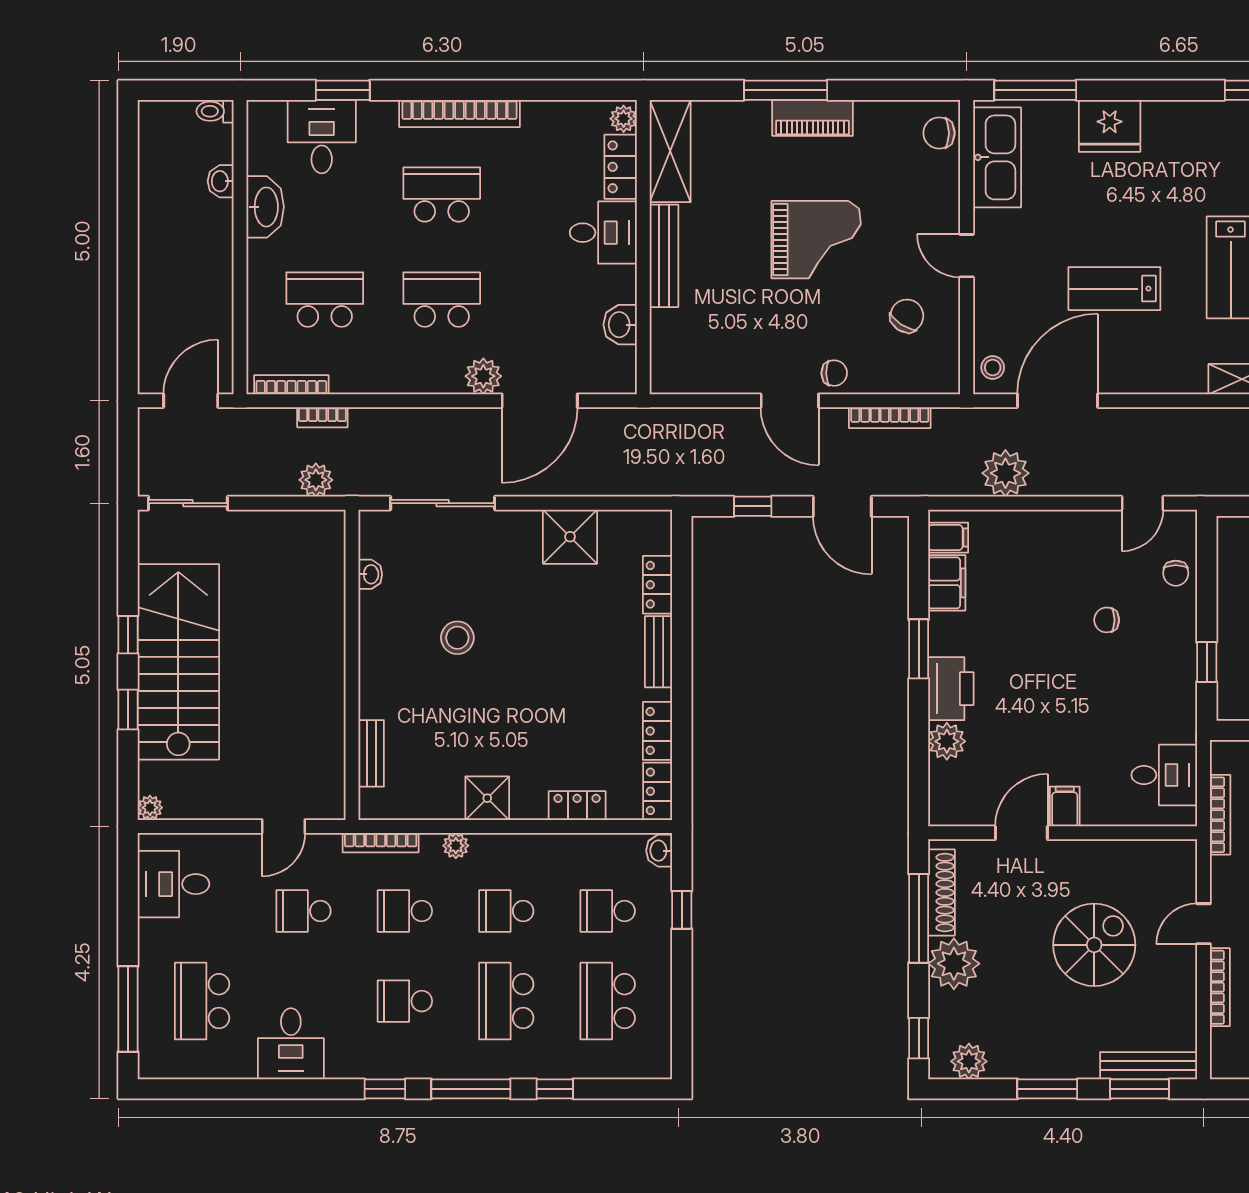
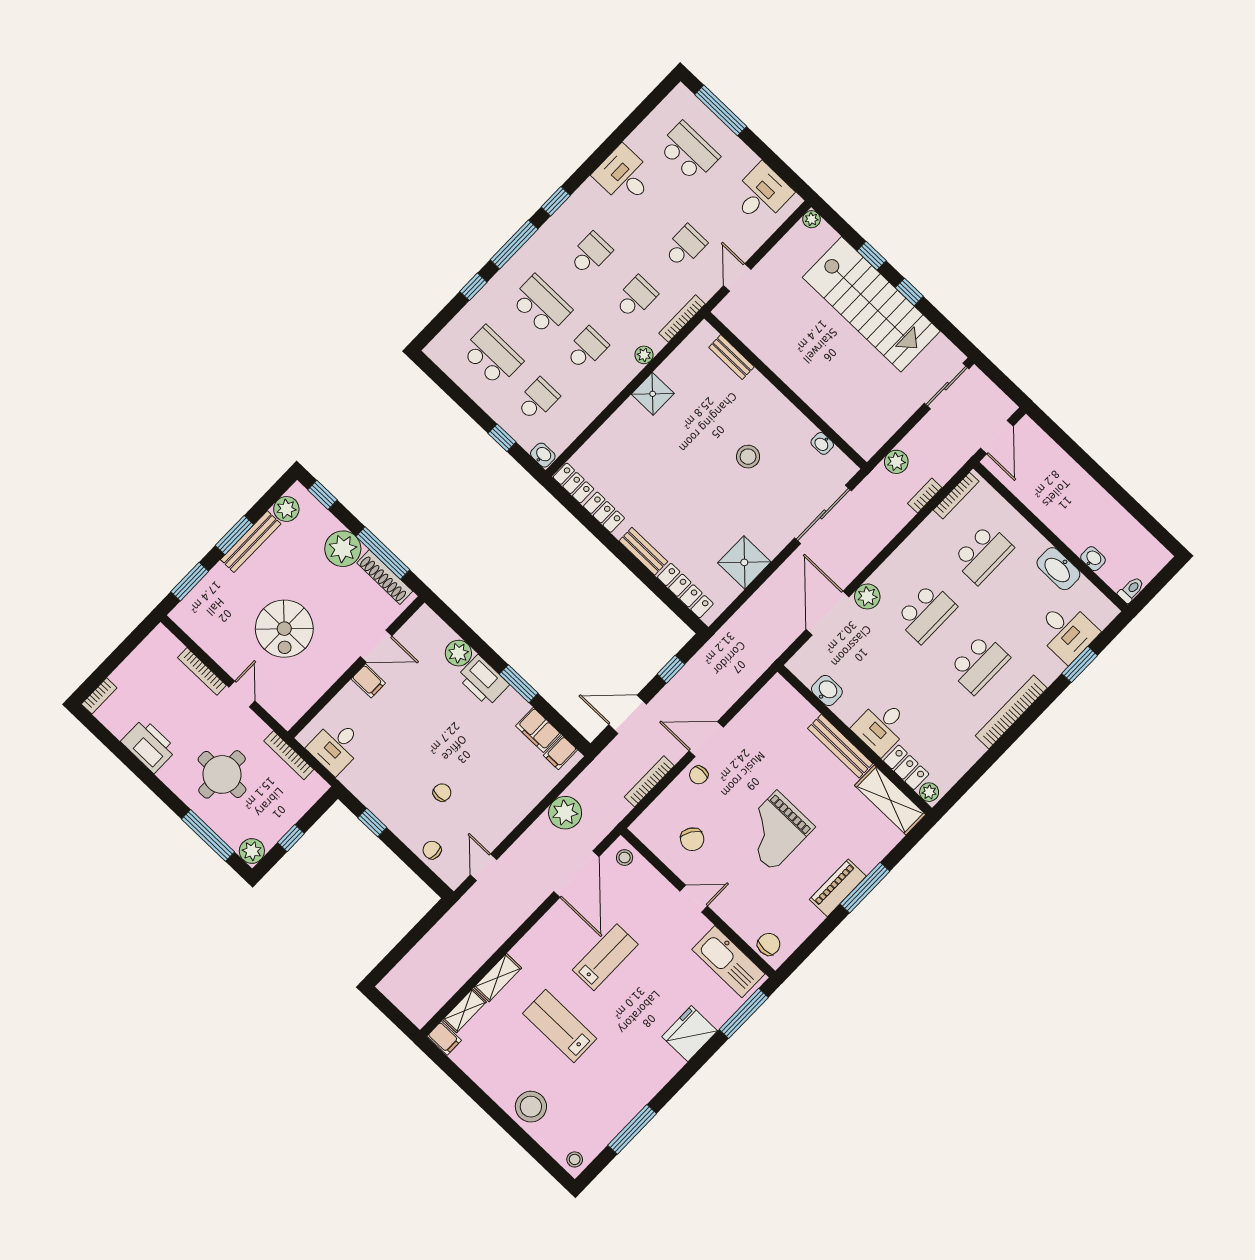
locker: (658, 585) -> (685, 591), width x1.53
locker: (577, 806) -> (605, 435), removed
door: (1021, 833) -> (376, 646), hinge flipped
bench: (1149, 1066) -> (251, 542), moved

